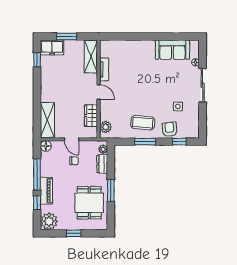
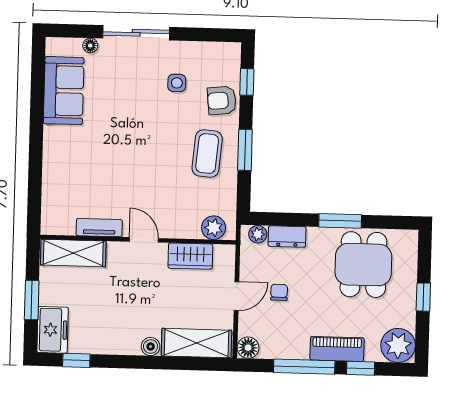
door: (99, 92) -> (144, 240), hinge flipped
boiler: (45, 97) -> (151, 347), added
dining table: (89, 203) -> (363, 265), turned 90

